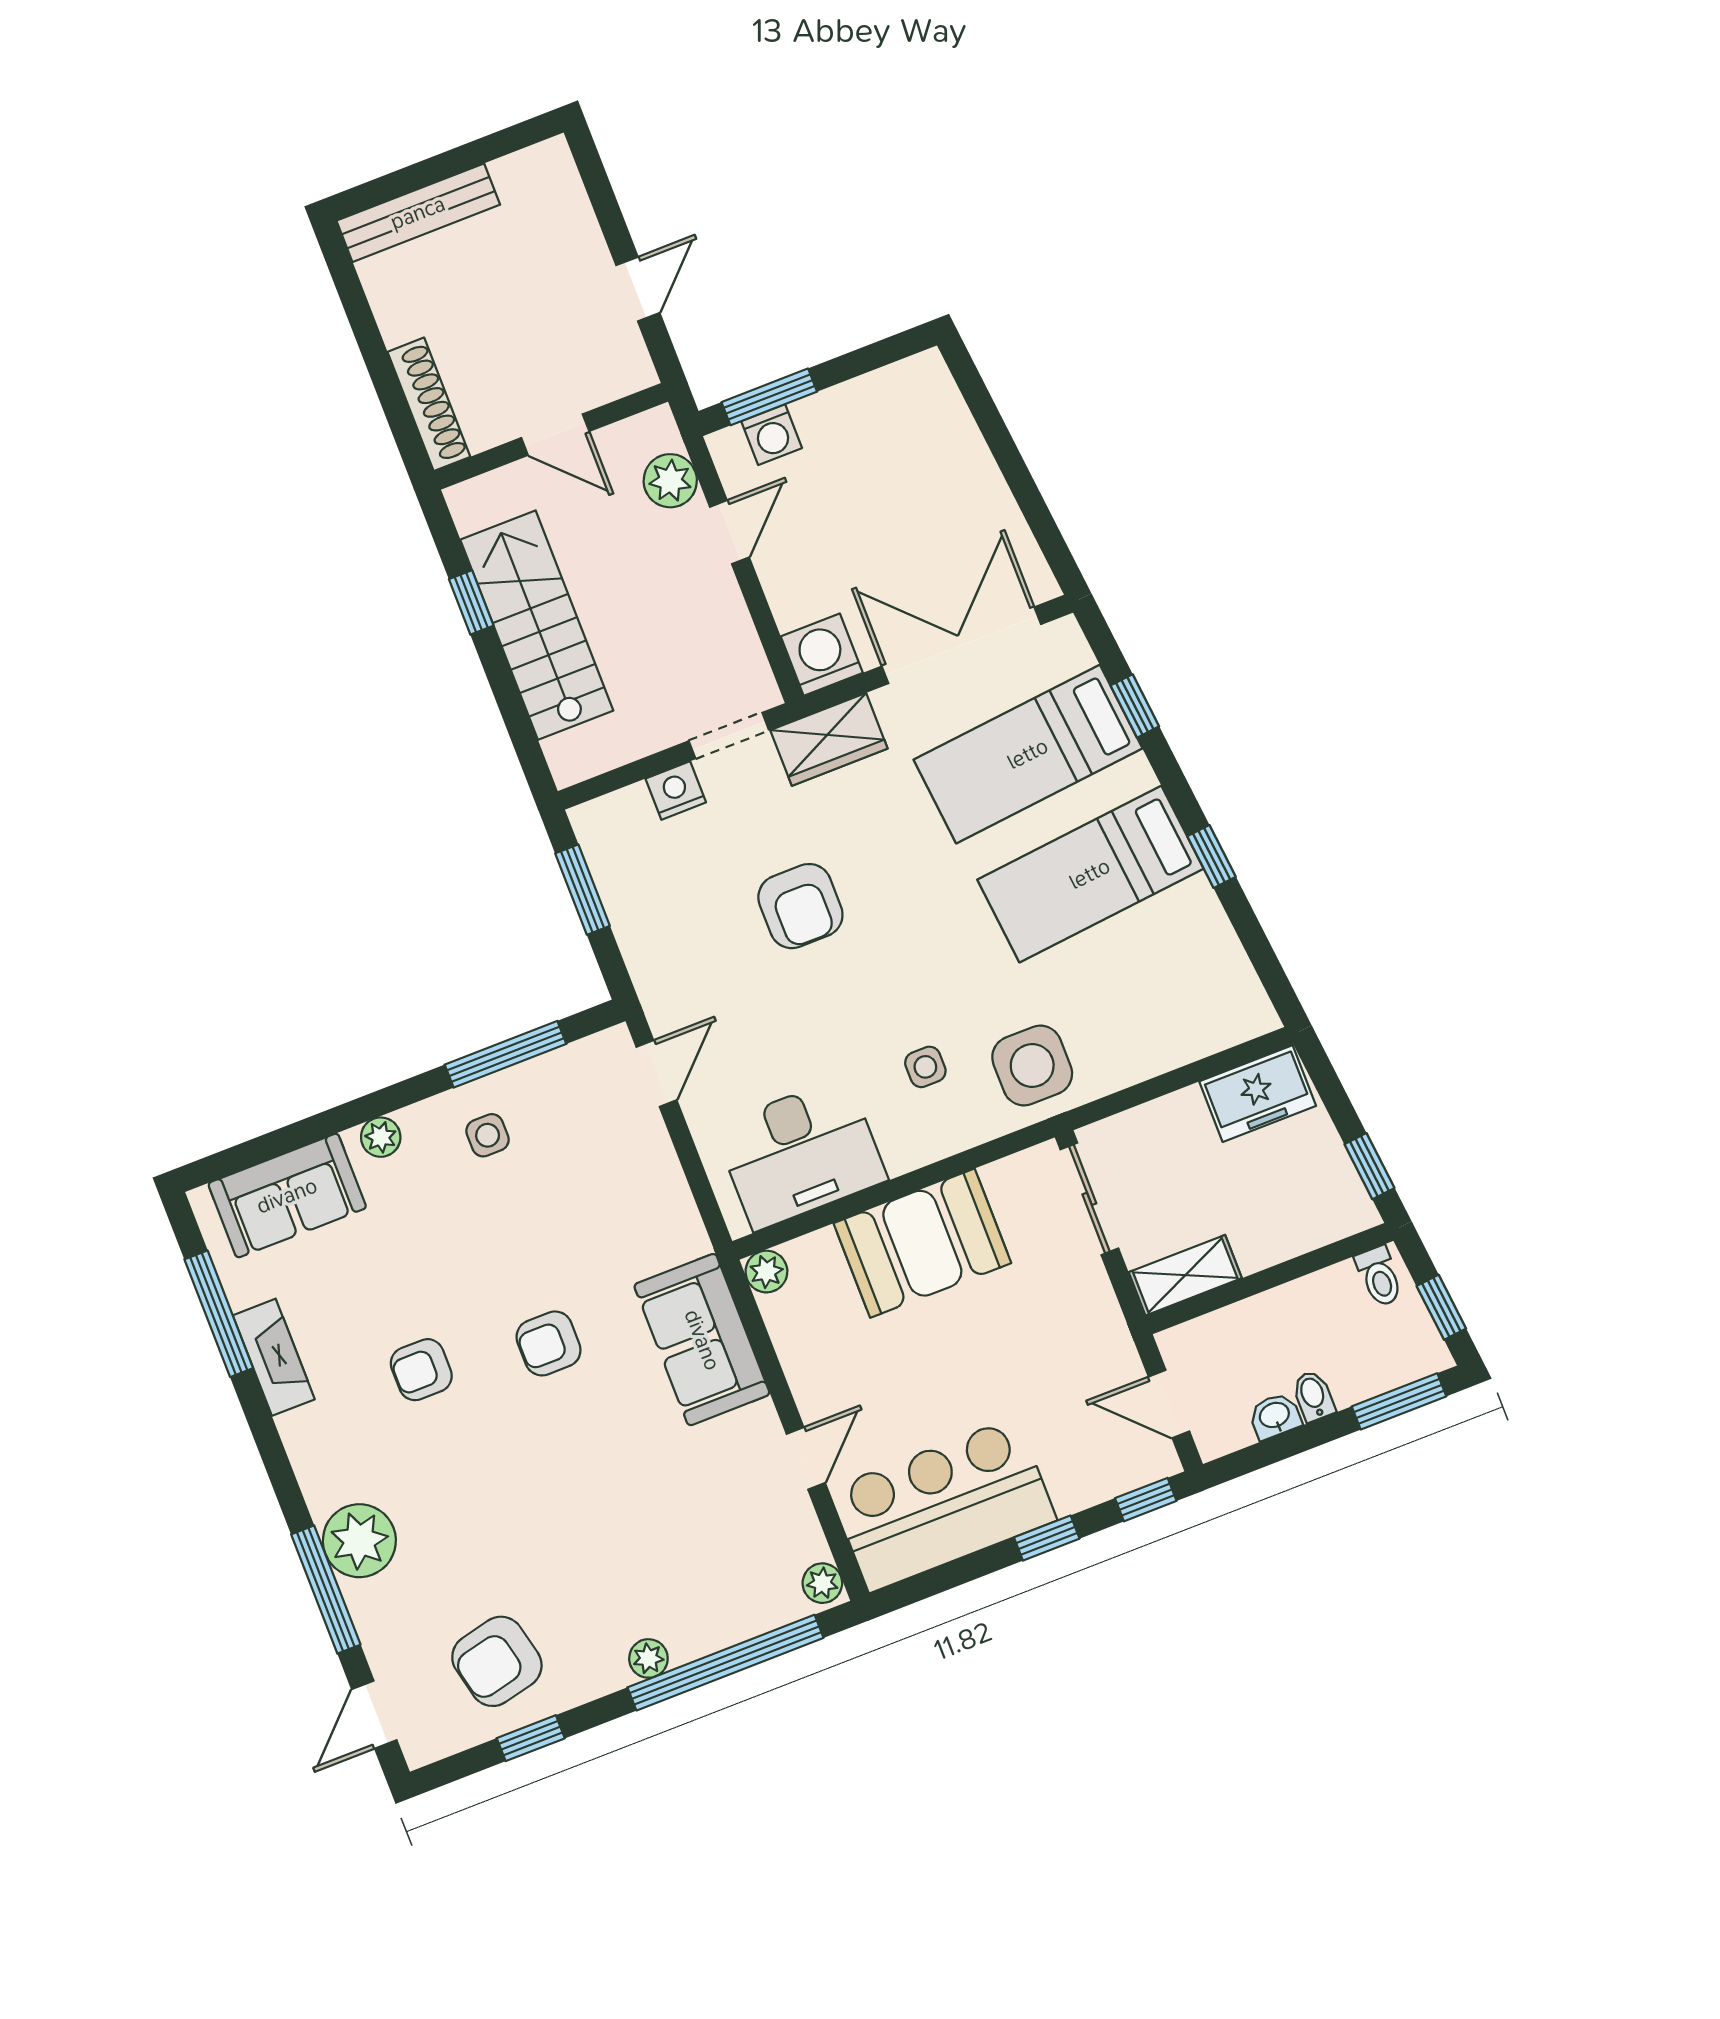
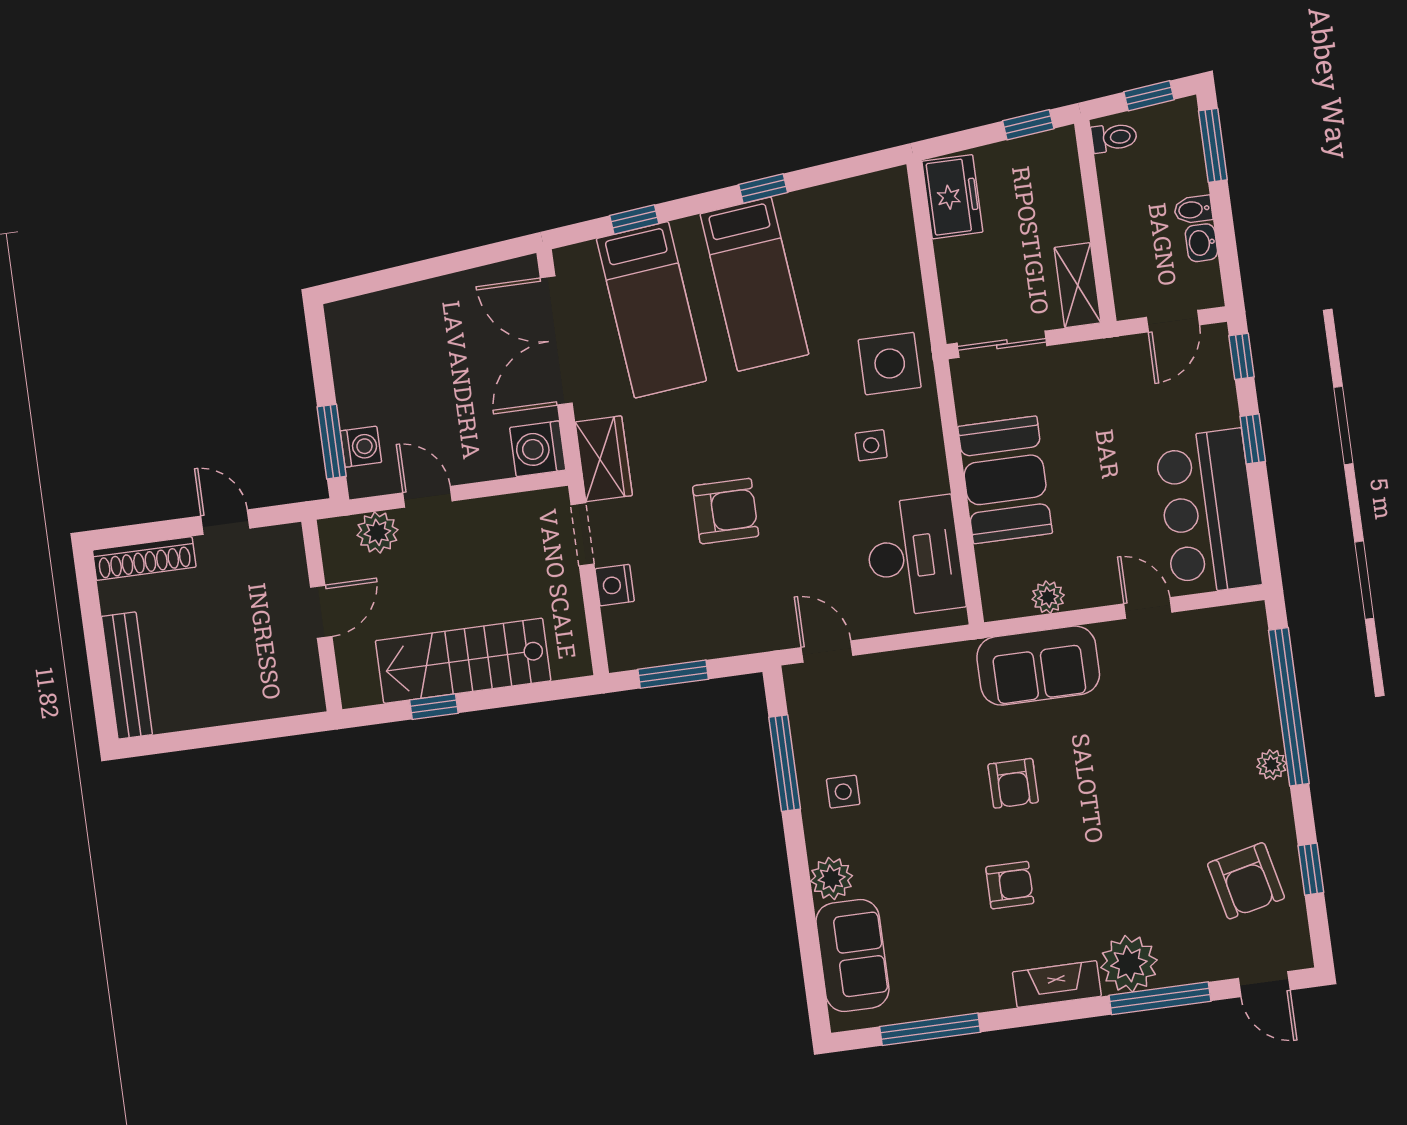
shoe rack: (429, 404) -> (144, 559), moved, turned 180
plant: (381, 1137) -> (832, 878), width x1.38, depth x1.38
plant: (766, 1272) -> (1048, 597), moved
fireplace: (274, 1357) -> (1057, 984), moved
armchair: (421, 1370) -> (1010, 885), turned -90
plant: (822, 1583) -> (1246, 618), removed

